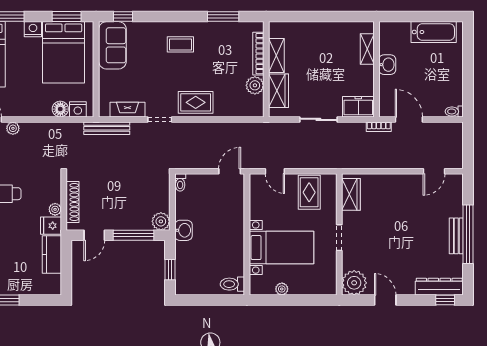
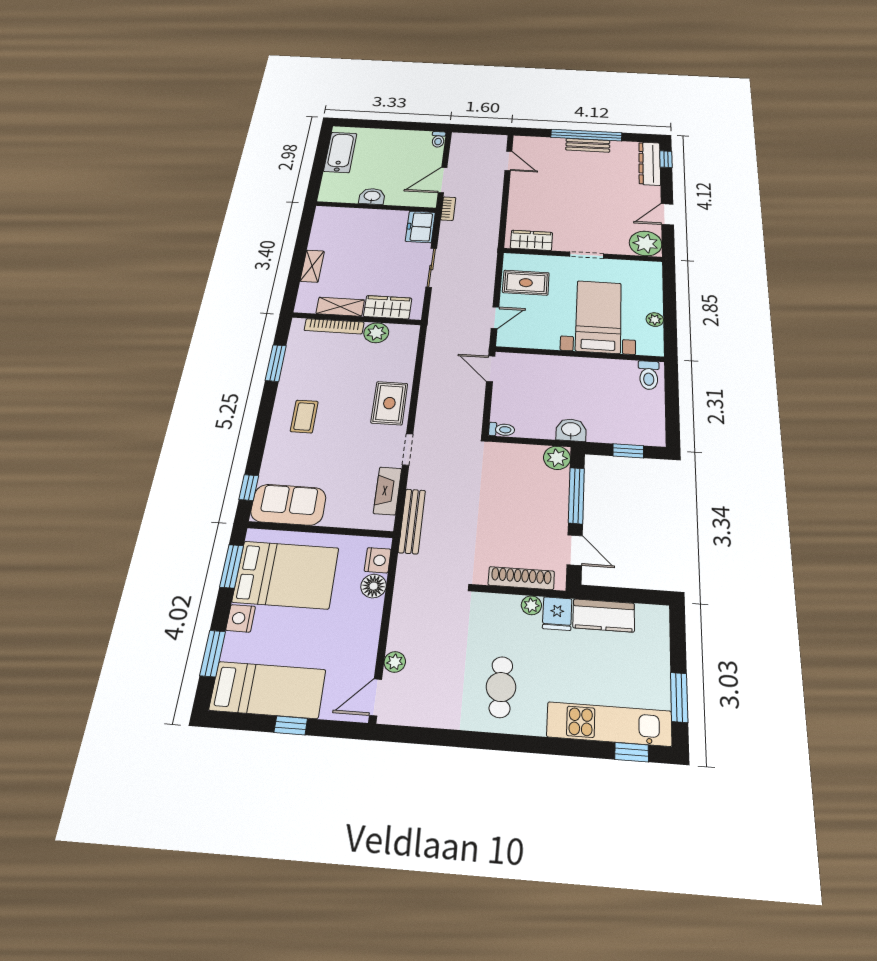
shelving: (367, 49) -> (312, 266), moved, turned 90

